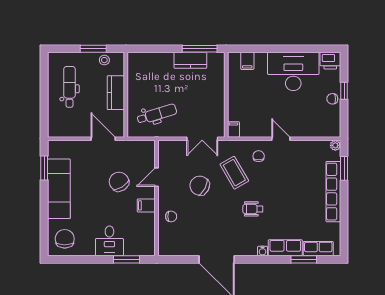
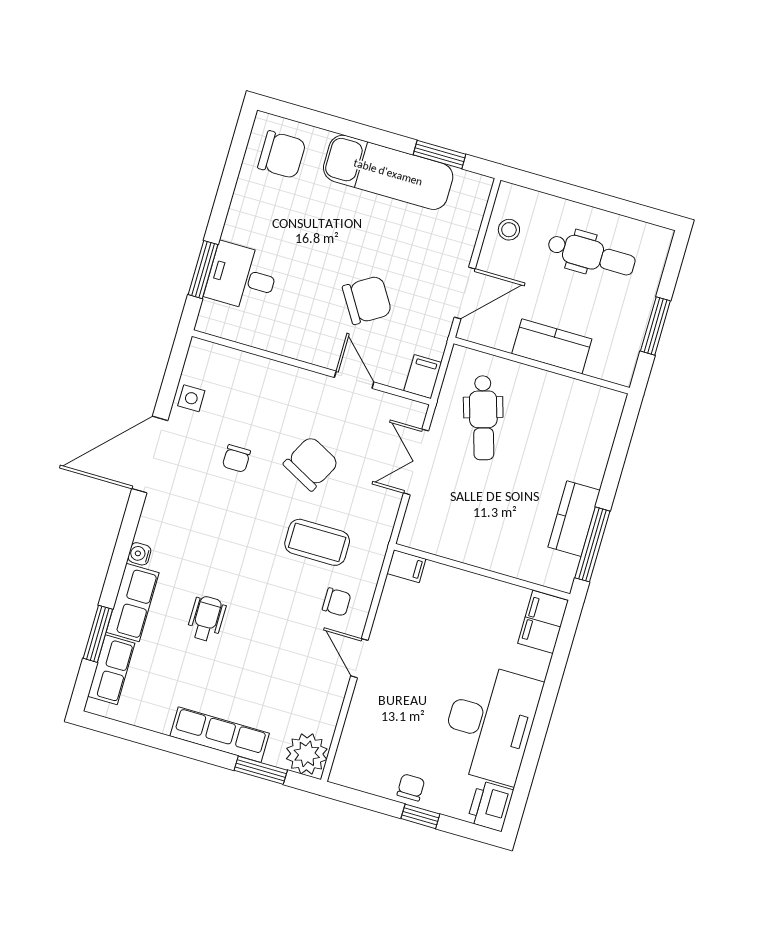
stool: (104, 60) -> (509, 230), moved
filing cabinet: (247, 61) -> (543, 622), width x2.00
double door: (202, 139) -> (416, 462), moved
door: (281, 139) -> (359, 658), swing flipped
plant: (335, 145) -> (307, 754), width x1.87, depth x1.87
coffee table: (234, 173) -> (317, 542), turned 30
row of seats: (333, 192) -> (220, 735), width x0.73
filing cabinet: (146, 205) -> (423, 377), moved
wheelchair: (253, 209) -> (206, 619), moved
chair: (171, 216) -> (236, 459), moved
desk: (109, 241) -> (242, 277), moved
side table: (186, 248) -> (191, 398), added

